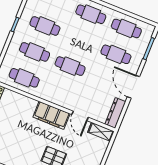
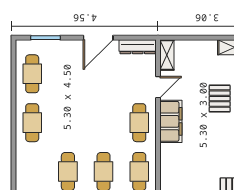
cafe table: (116, 54) -> (68, 74), removed
cafe table: (70, 66) -> (139, 123), moved

